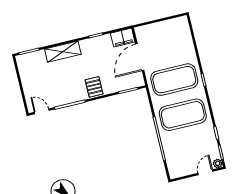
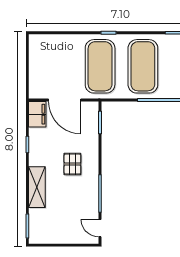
pallet: (94, 87) -> (72, 164), moved, turned 90
door: (42, 111) -> (100, 228), hinge flipped

